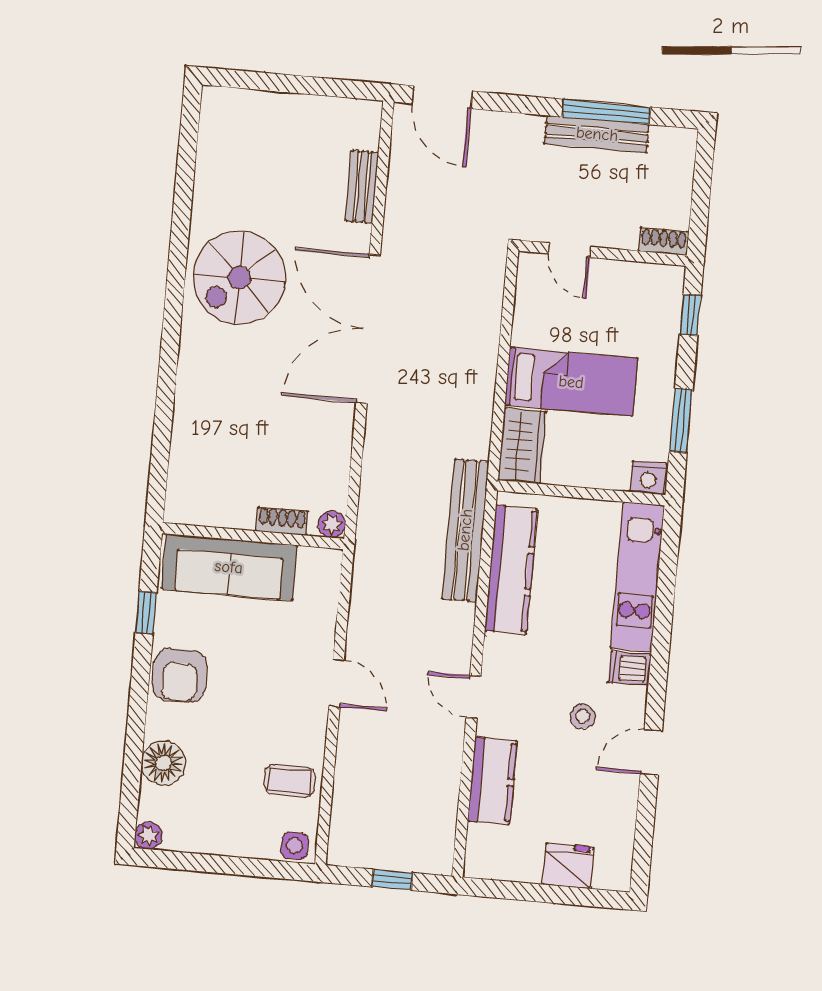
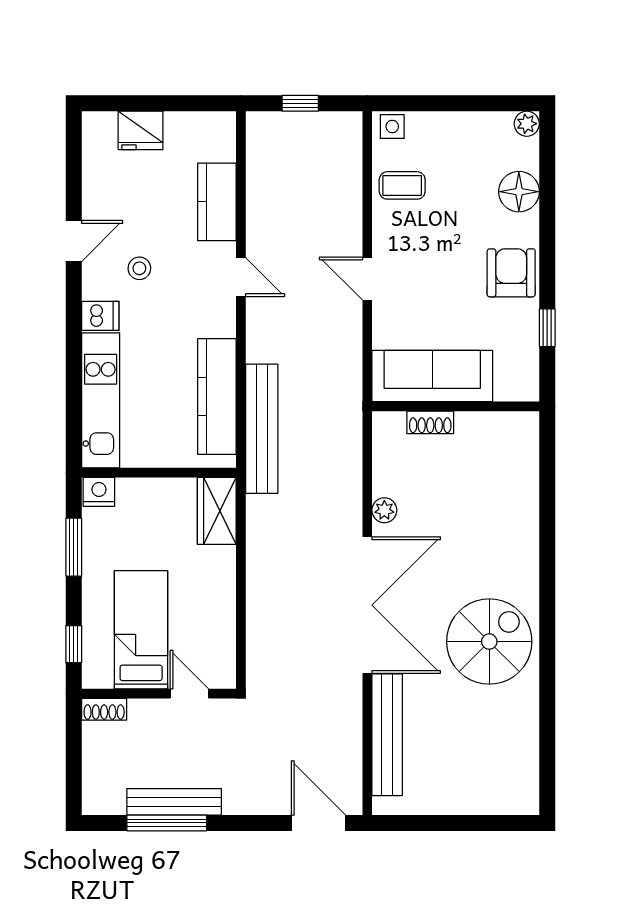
bench: (362, 187) -> (387, 735), width x1.86, depth x1.21
bed: (571, 382) -> (141, 630), moved, turned 90
plant: (332, 524) -> (384, 510), moved
sofa: (229, 567) -> (432, 376), moved

